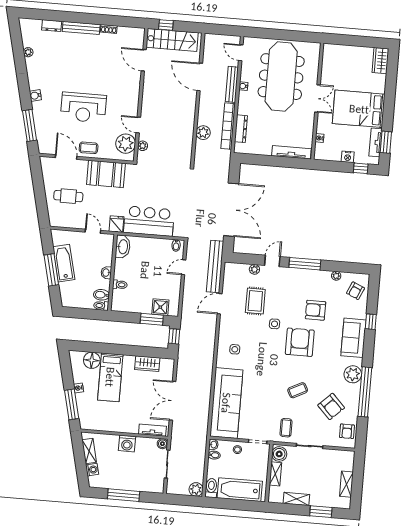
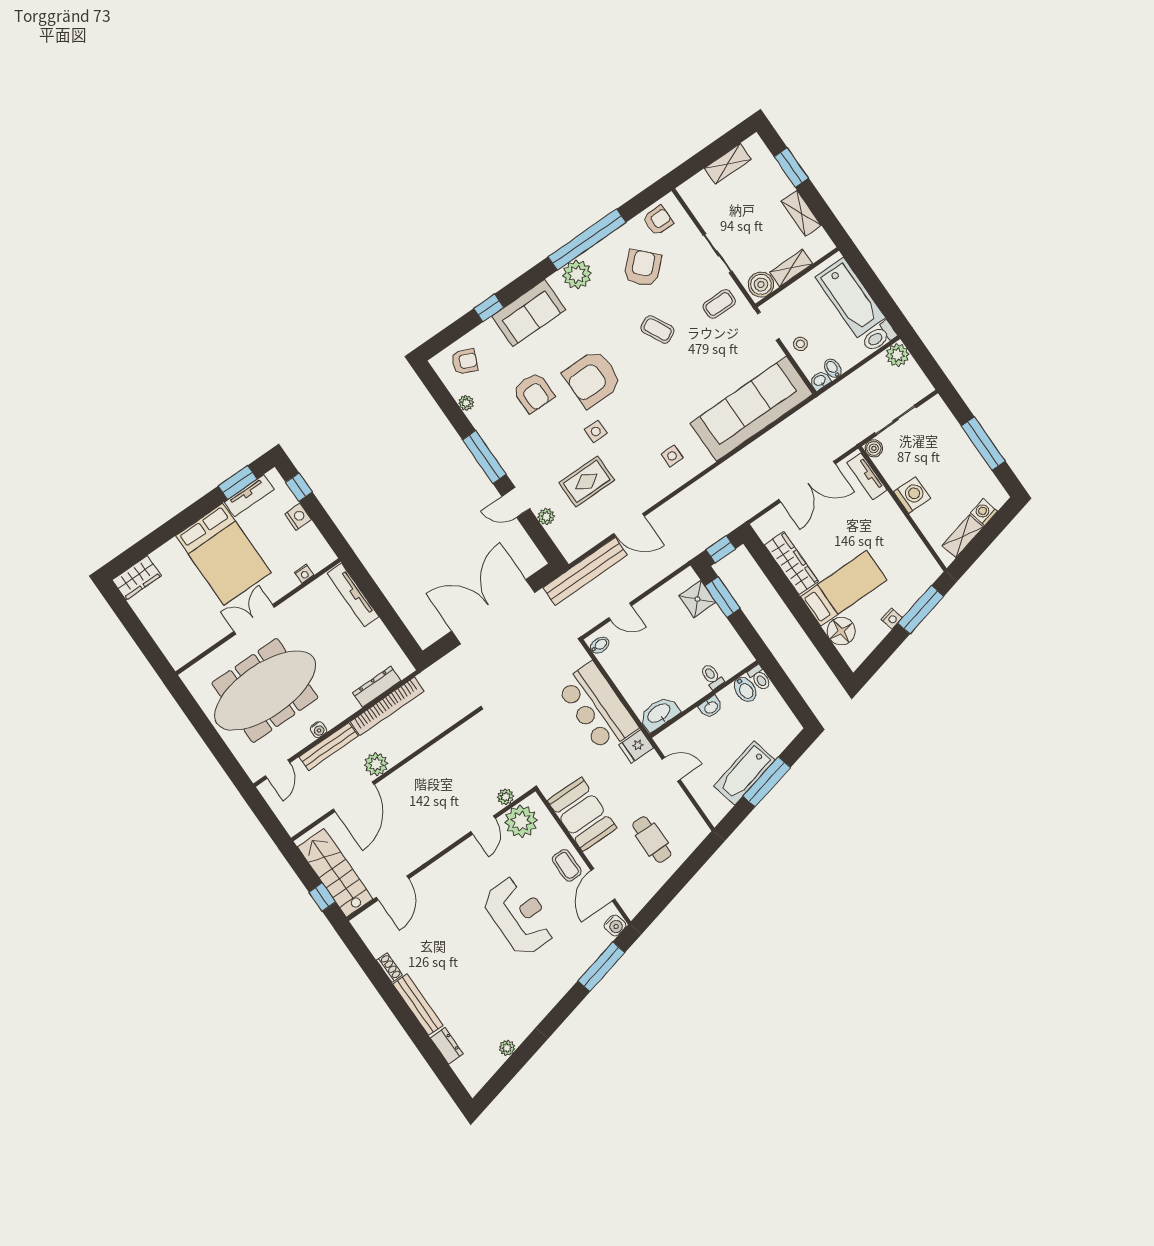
water cooler: (35, 96) -> (615, 926), moved
plant: (203, 133) -> (376, 764), moved
door: (93, 231) -> (671, 769), swing flipped
wardrobe: (147, 364) -> (791, 563), width x1.50

